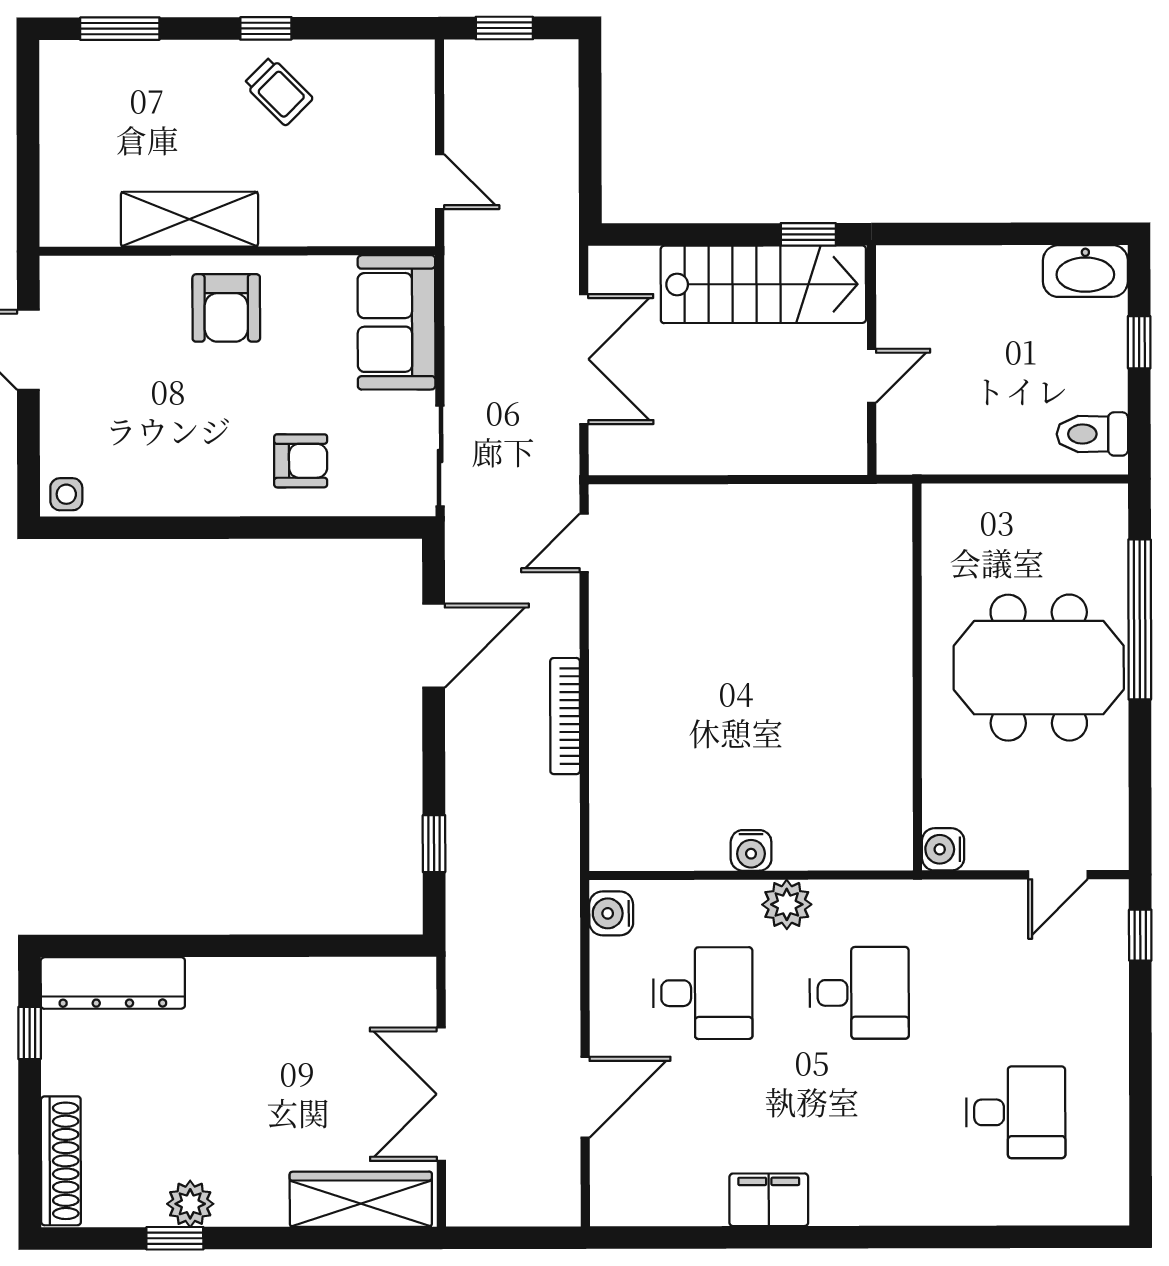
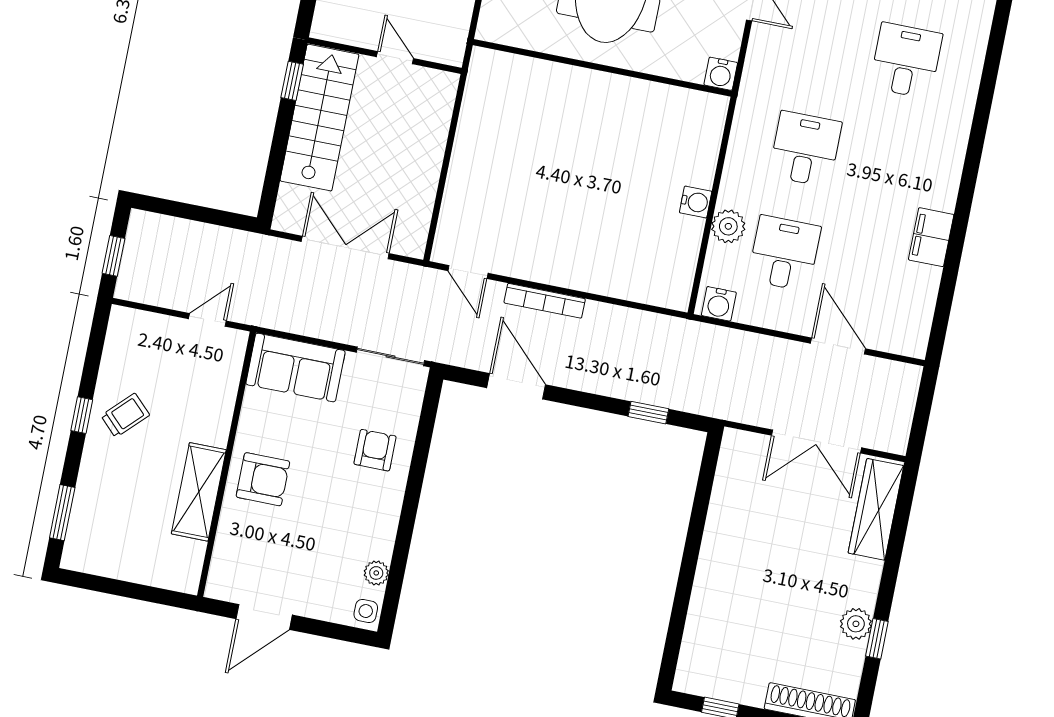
plant: (124, 498) -> (376, 573), added
bookcase: (565, 716) -> (545, 301), moved
plant: (787, 904) -> (728, 226), moved
dresser: (113, 983) -> (698, 646), removed

